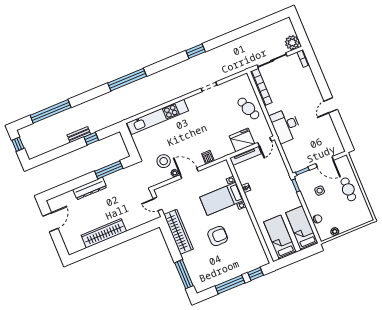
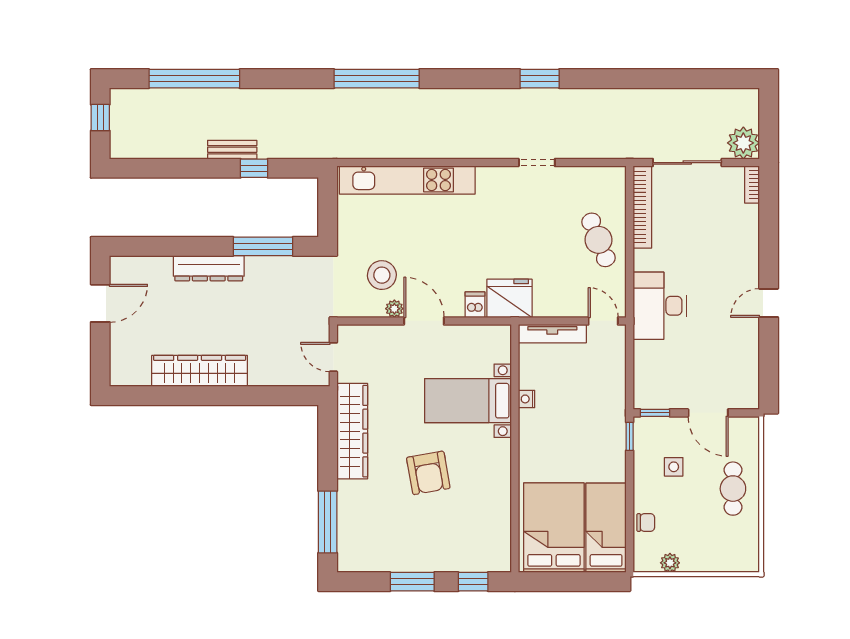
fridge: (242, 140) -> (509, 298), moved
door: (265, 142) -> (603, 321), swing flipped
armchair: (218, 236) -> (428, 473), turned 80
bed: (280, 237) -> (554, 528), width x1.50
window: (230, 284) -> (412, 582), width x0.69

